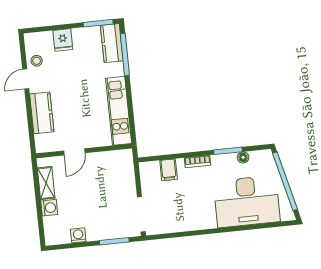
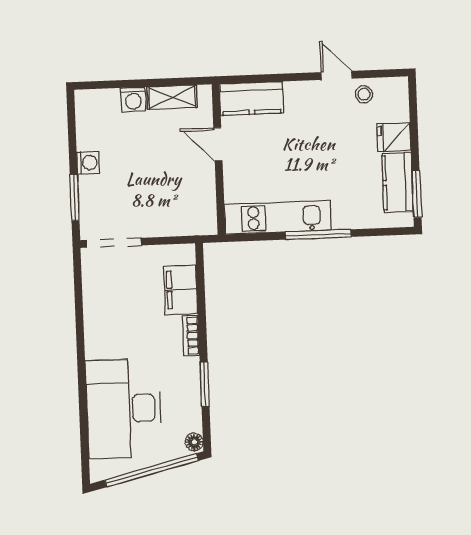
kitchen counter: (112, 43) -> (398, 182), moved, turned -90
window: (125, 54) -> (318, 234), moved
kitchen counter: (42, 113) -> (251, 98), moved
floor lamp: (243, 157) -> (194, 442), moved
filing cabinet: (169, 170) -> (181, 290), width x2.00
washing machine: (78, 235) -> (88, 163), moved

